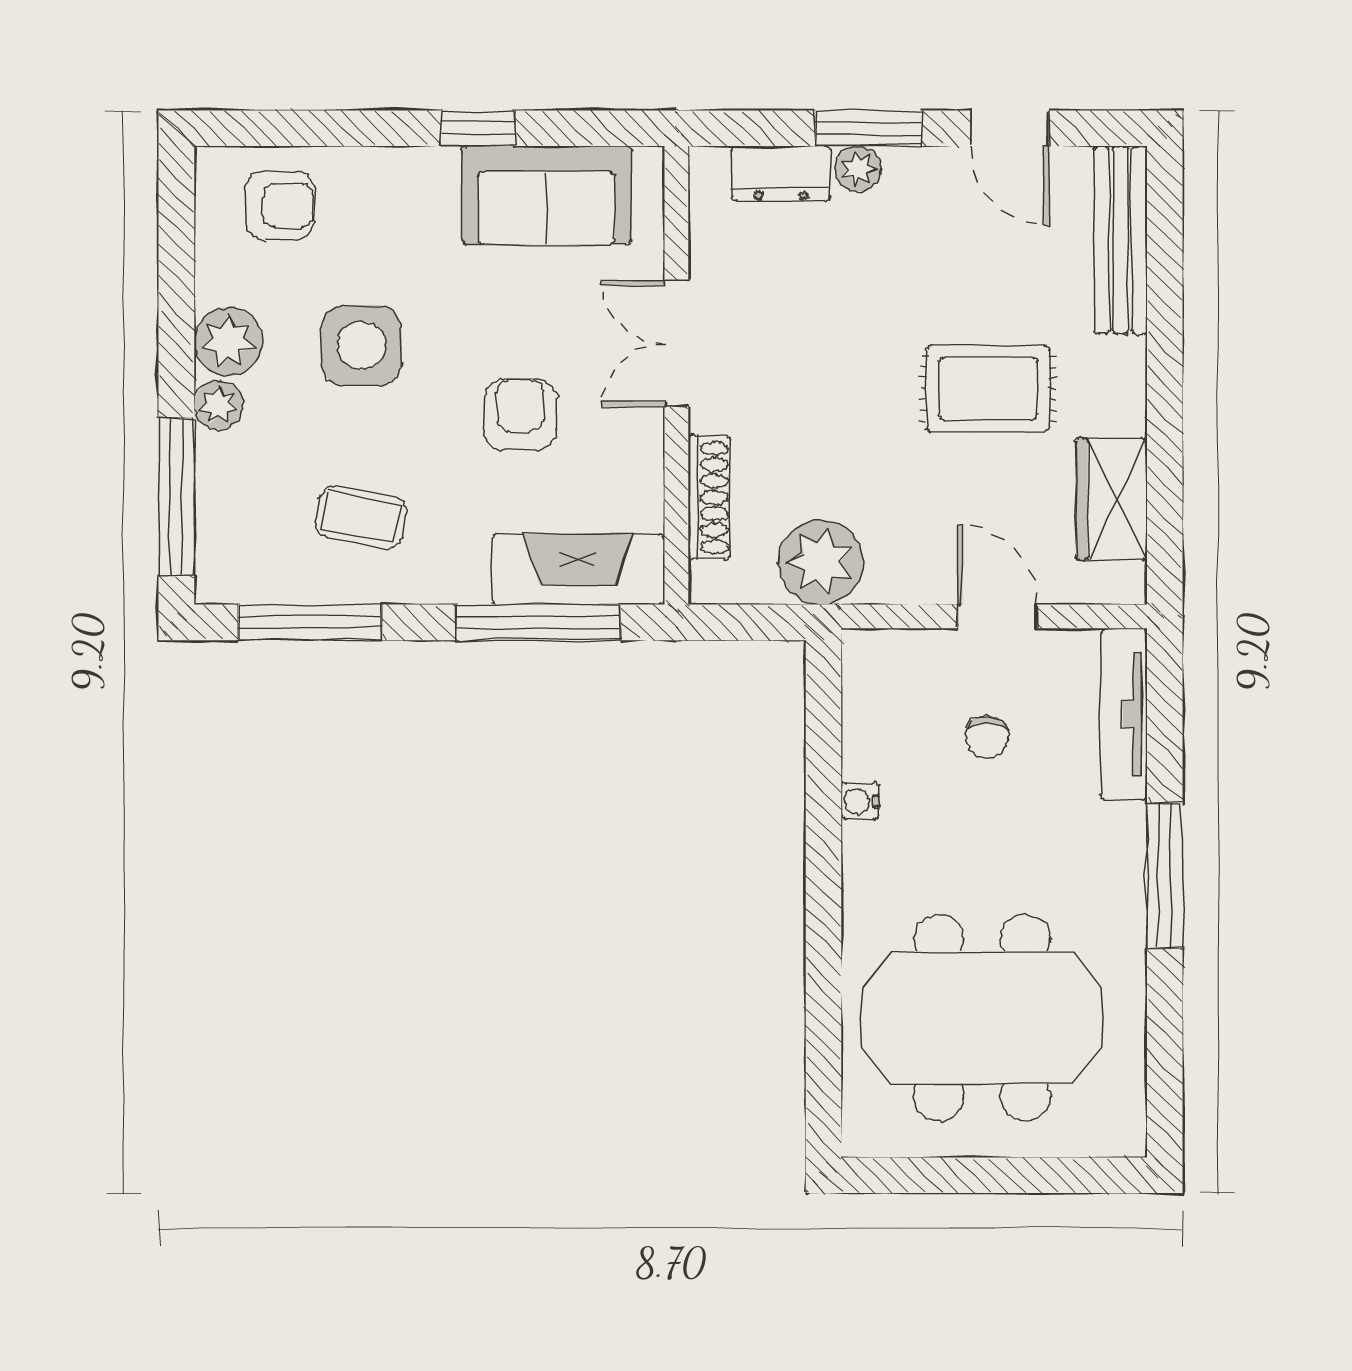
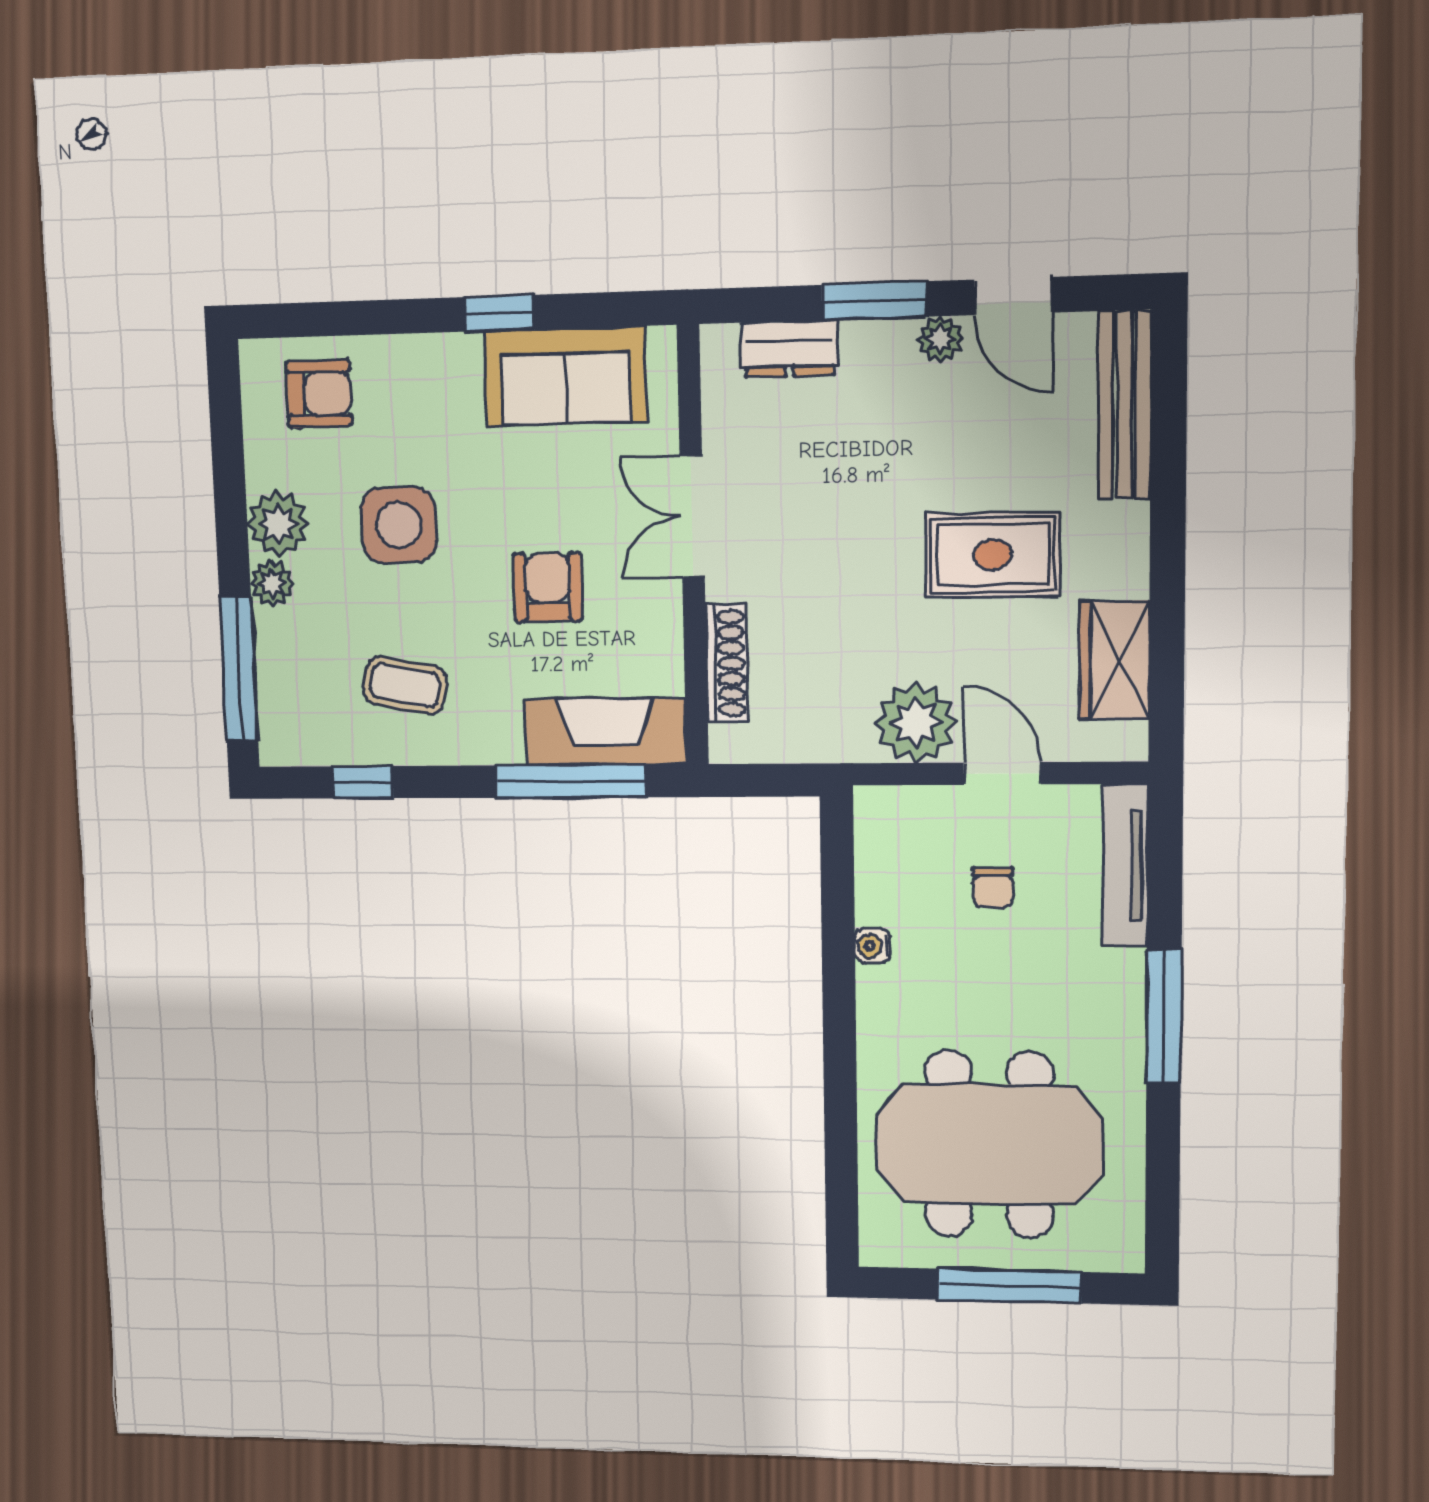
plant: (858, 169) -> (940, 339), moved
plant: (821, 562) -> (916, 723), moved
window: (310, 622) -> (363, 782), width x0.46
window: (1003, 1175) -> (1009, 1286), added

